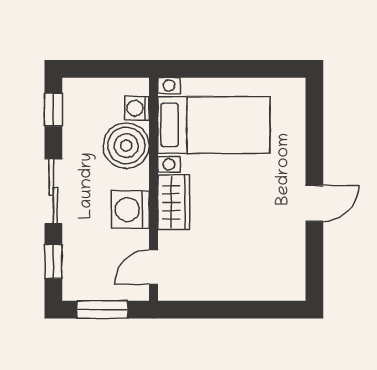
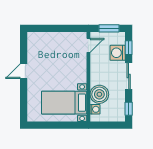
wardrobe: (174, 202) -> (80, 72), removed
washing machine: (130, 210) -> (118, 53), moved, turned 180

